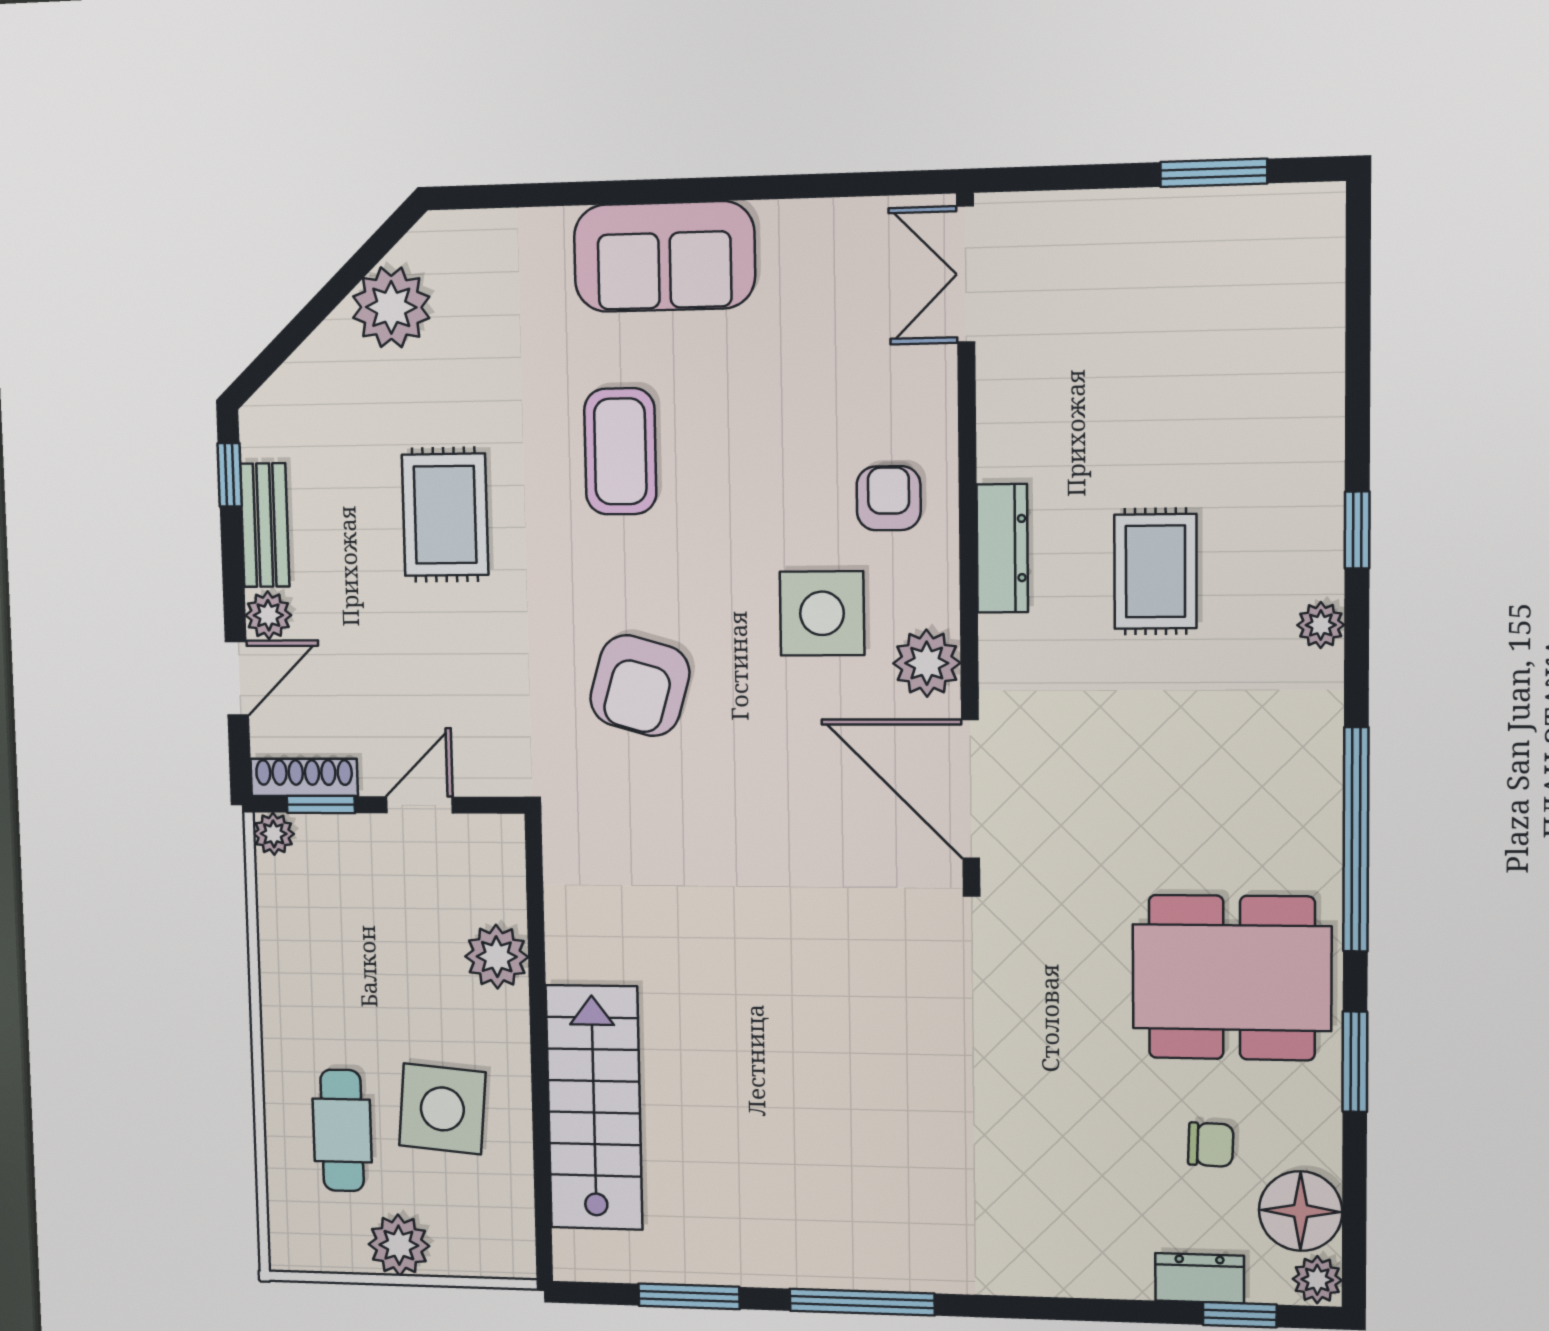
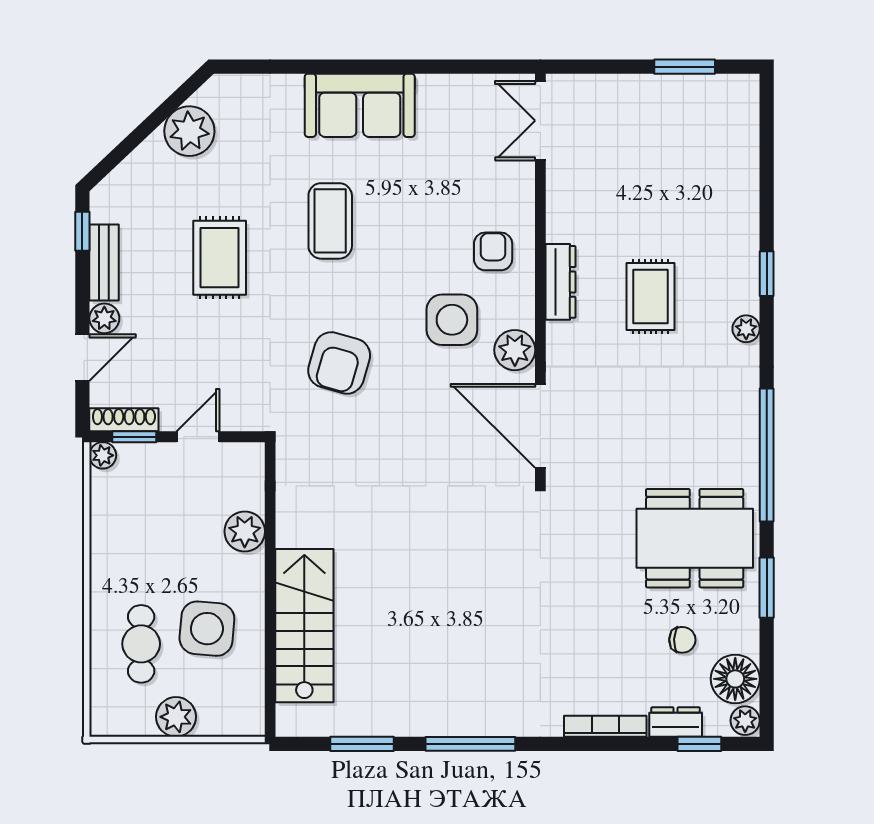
bookcase: (1082, 1281) -> (605, 726), added

